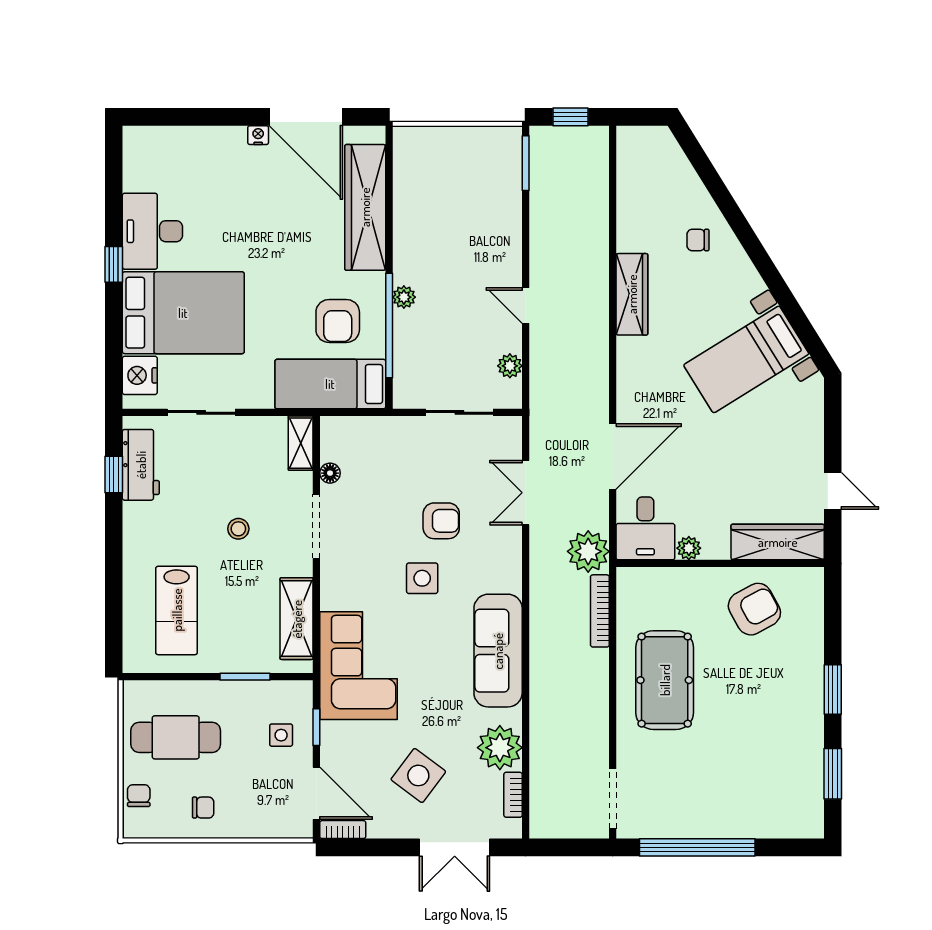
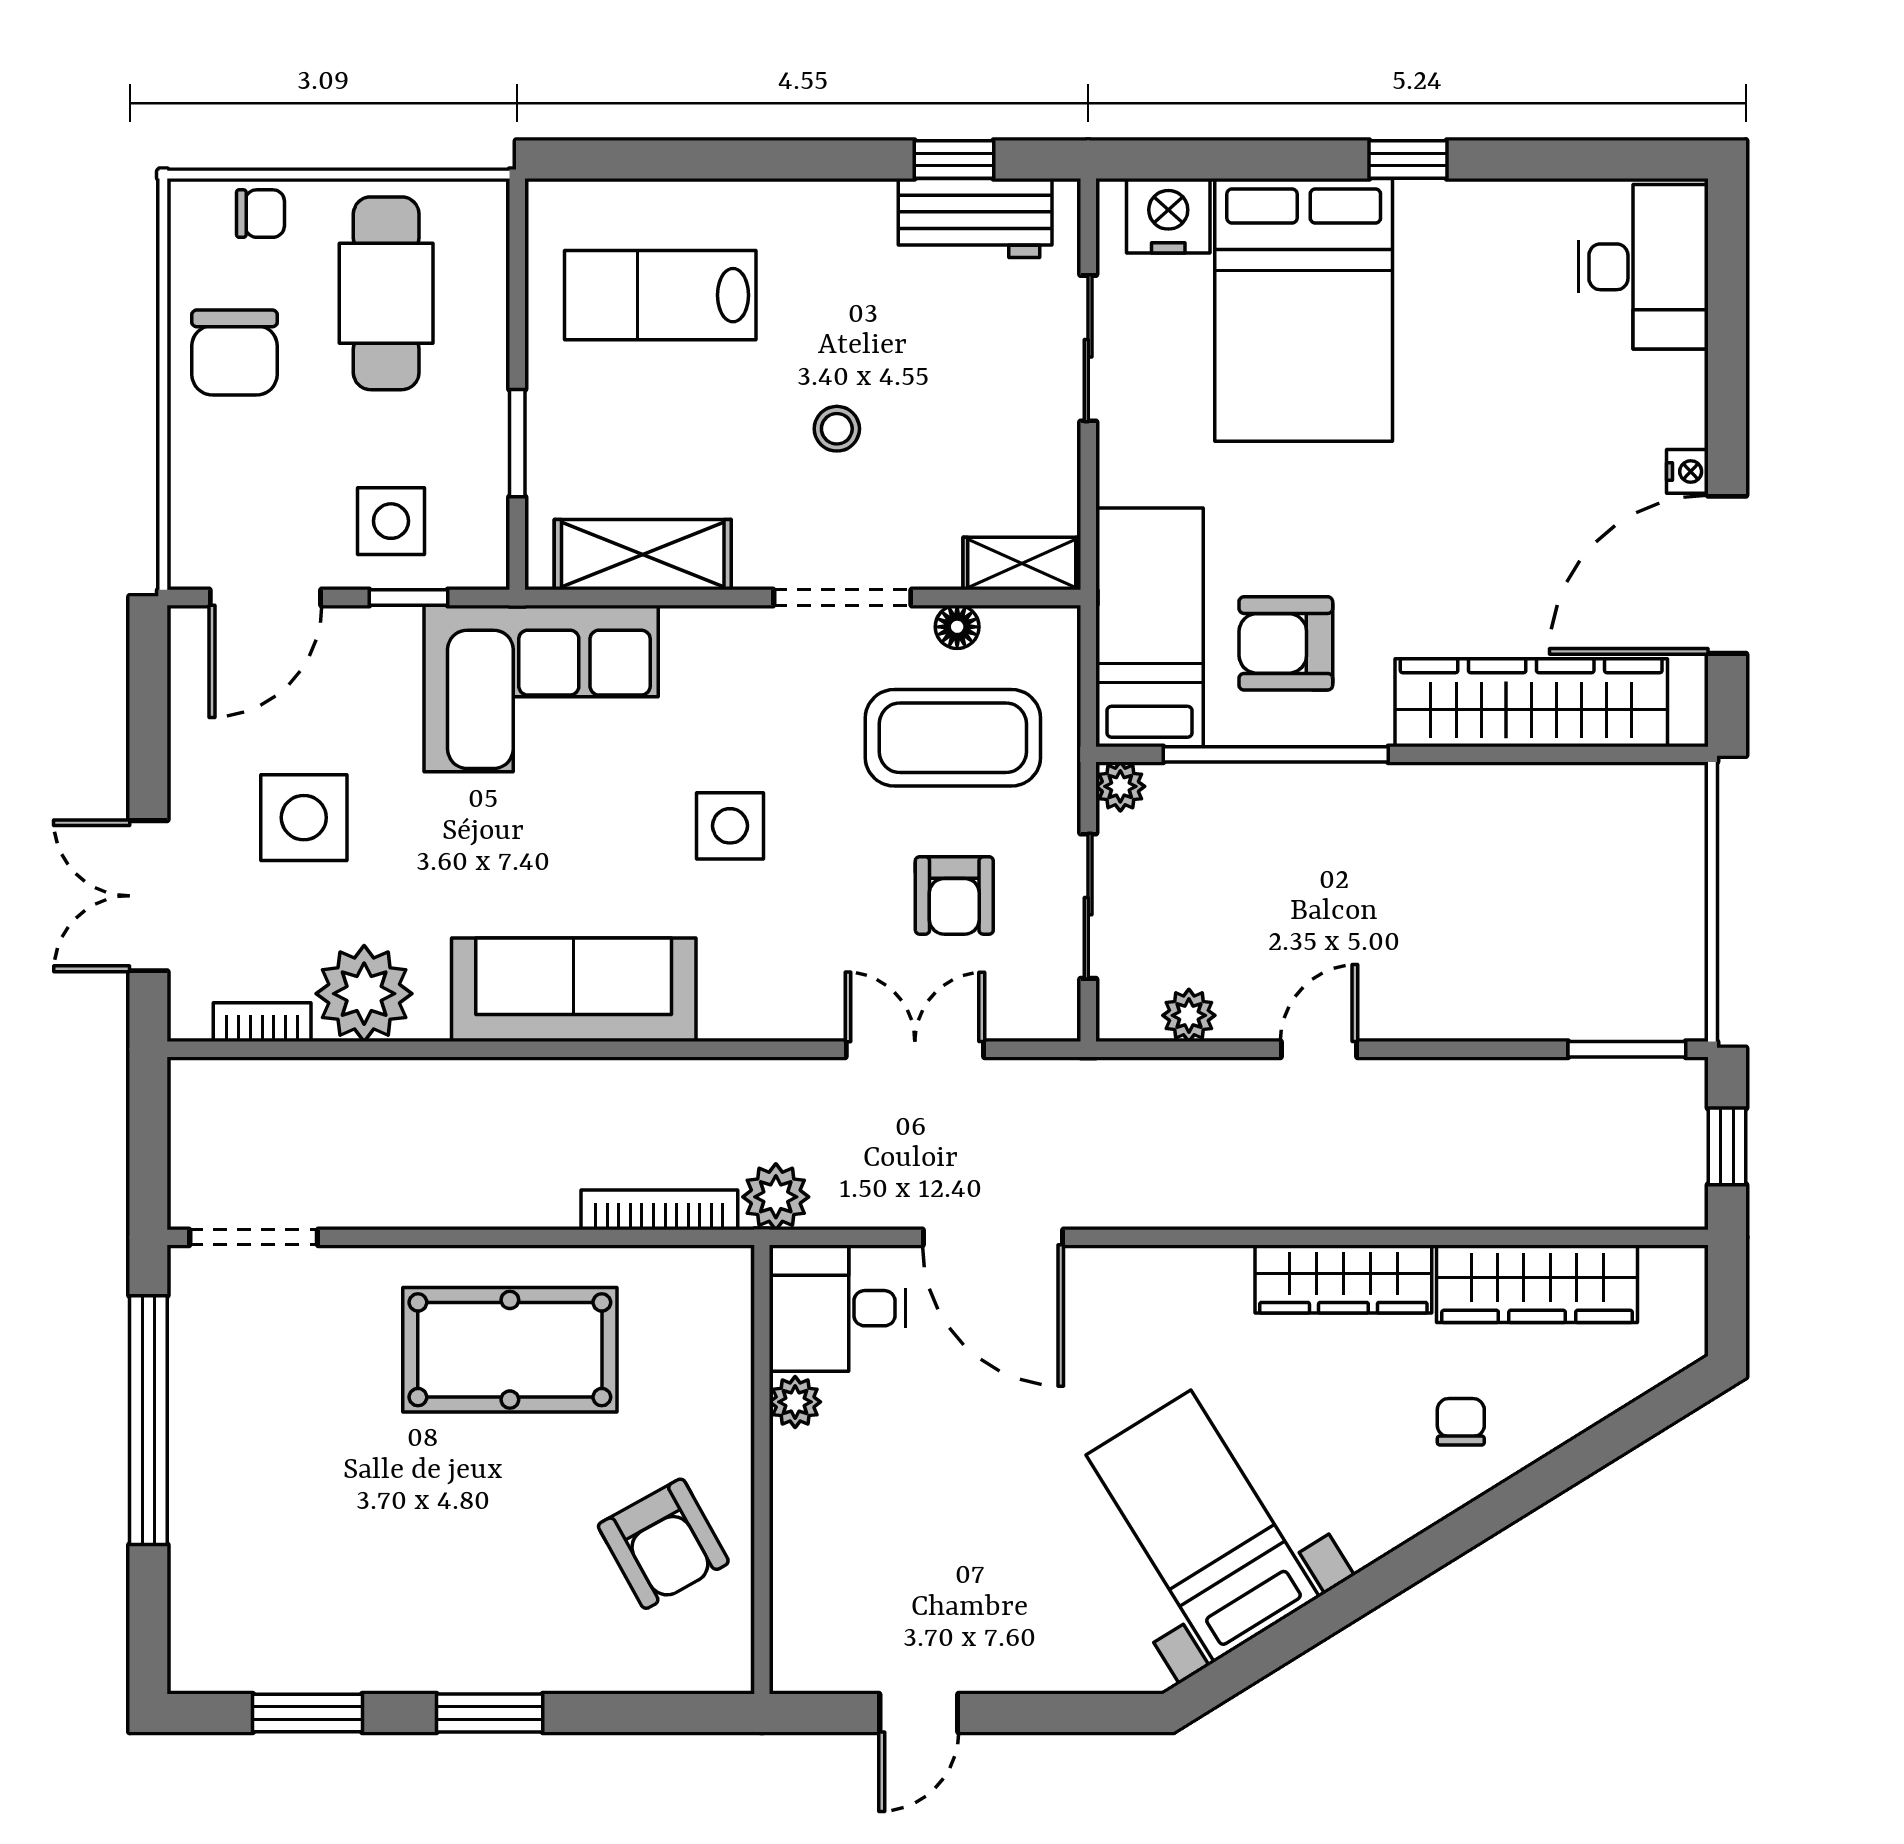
desk: (152, 231) -> (1643, 267), moved, turned 90
plant: (404, 297) -> (1120, 786), moved
coffee table: (381, 475) -> (953, 738), added
armchair: (441, 521) -> (954, 895), moved
wardrobe: (778, 542) -> (1537, 1284), moved, turned 90
plant: (588, 551) -> (776, 1197), width x0.73, depth x0.73
side table: (281, 735) -> (391, 521), width x1.37, depth x1.37
side table: (418, 775) -> (304, 818), turned -37
chair: (203, 808) -> (235, 353), width x1.87, depth x1.87
bookcase: (343, 830) -> (187, 654), removed

